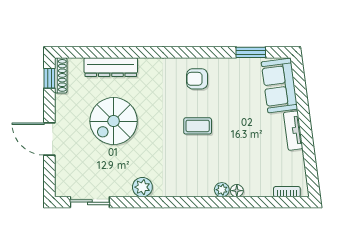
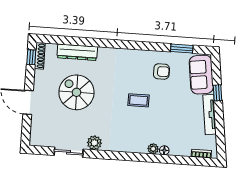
armchair: (197, 79) -> (161, 71), moved, turned 180
window: (303, 108) -> (217, 93), added
spiral stairs: (114, 121) -> (76, 92), turned 90
tv unit: (293, 131) -> (209, 115), width x1.41
sliding door: (90, 202) -> (69, 152), moved

